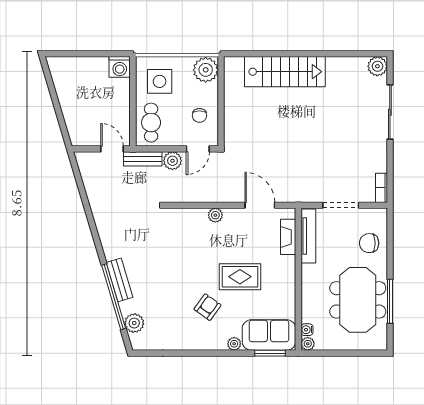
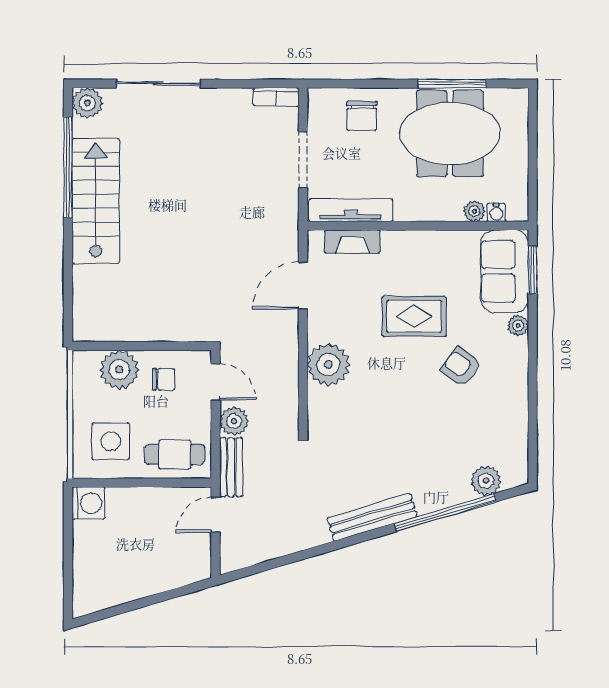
window: (336, 54) -> (68, 167), added
plant: (206, 70) -> (119, 370), moved
stairs: (285, 72) -> (96, 201), moved
plant: (215, 215) -> (328, 365), width x1.87, depth x1.87
rug: (240, 277) -> (414, 316), turned 90
bench: (120, 280) -> (372, 517), moved, width x1.36
plant: (308, 344) -> (474, 211), moved

